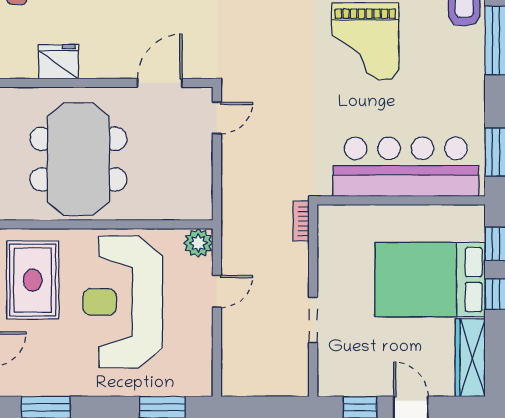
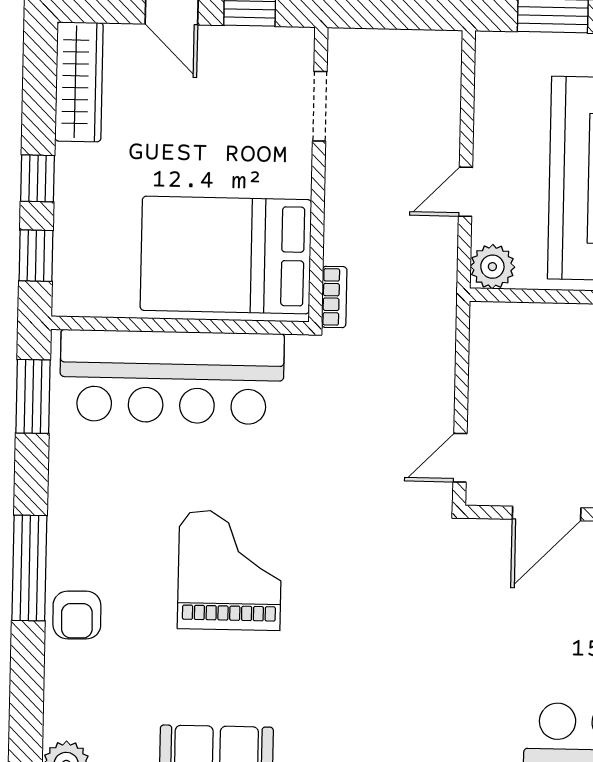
bed: (430, 280) -> (226, 255), moved, turned 180
doorway: (313, 320) -> (320, 106), moved

